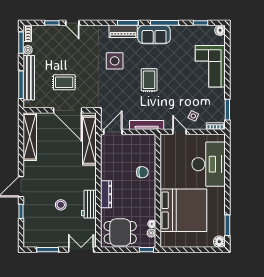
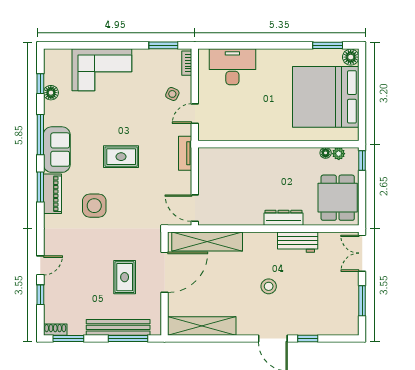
floor lamp: (220, 30) -> (51, 93), moved
plant: (28, 50) -> (78, 329), removed
tv unit: (147, 125) -> (185, 153), width x0.71
desk: (209, 164) -> (232, 67), width x0.73, depth x0.77
chair: (142, 172) -> (252, 166), removed
stool: (61, 205) -> (269, 286), moved
bed: (183, 210) -> (326, 97), moved, turned -90

